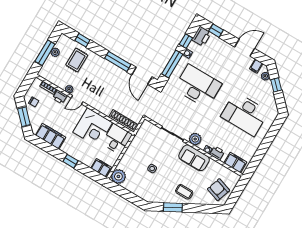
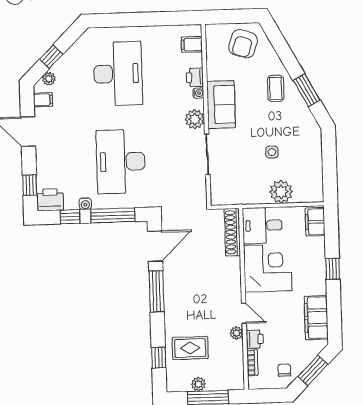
filing cabinet: (235, 163) -> (192, 44), width x0.50
plant: (118, 176) -> (281, 192), moved

